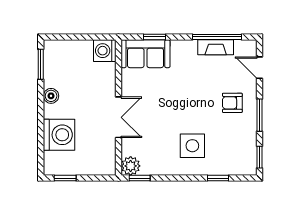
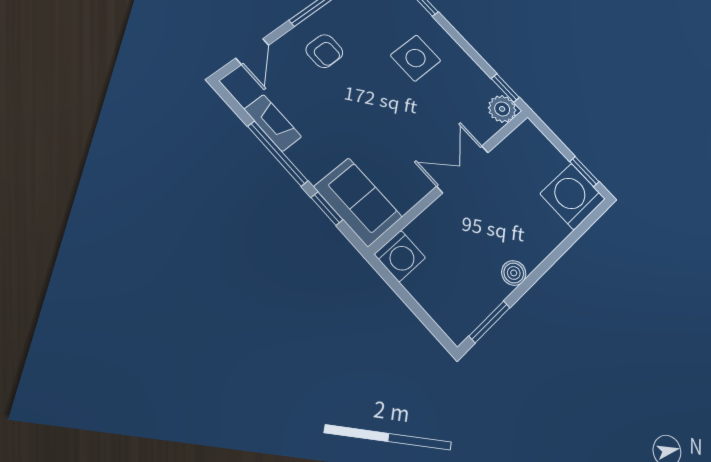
window: (217, 37) -> (278, 154), moved
washing machine: (59, 135) -> (573, 196), moved

